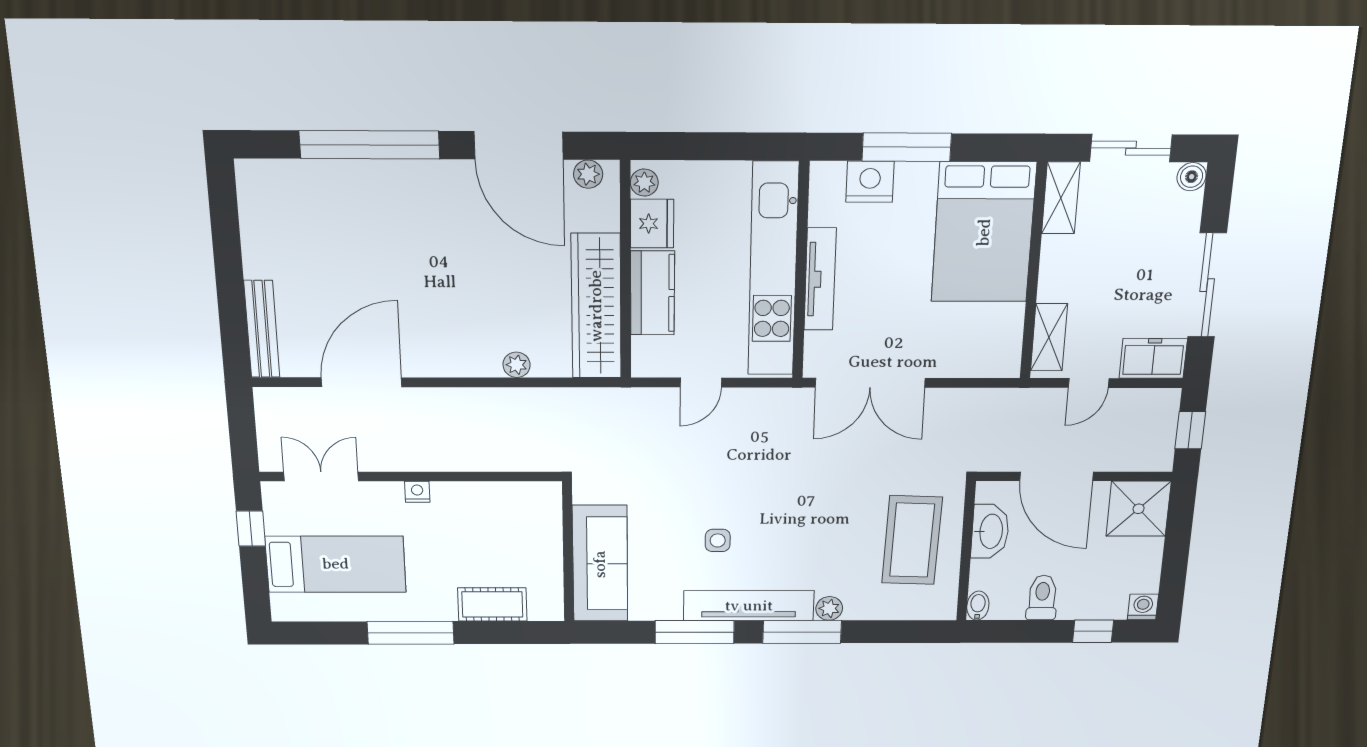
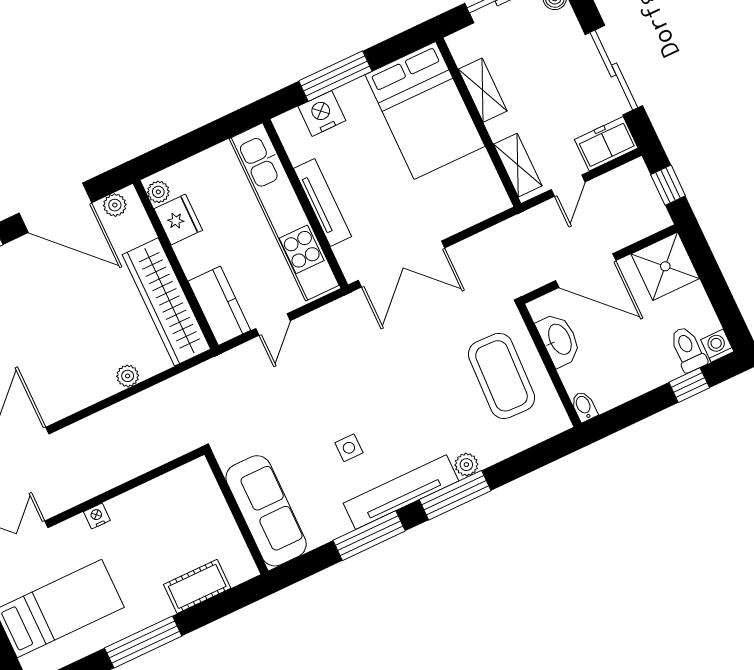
shelving: (1061, 198) -> (483, 90), moved
kitchen counter: (652, 293) -> (219, 306), moved
toilet: (1042, 598) -> (688, 349), moved

